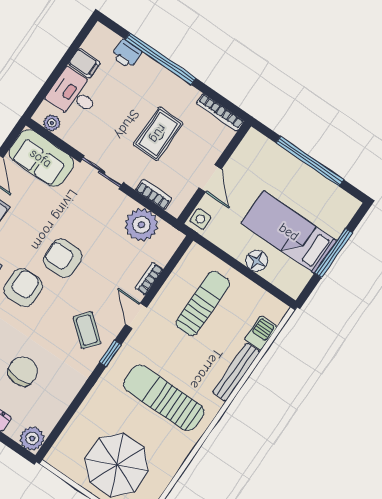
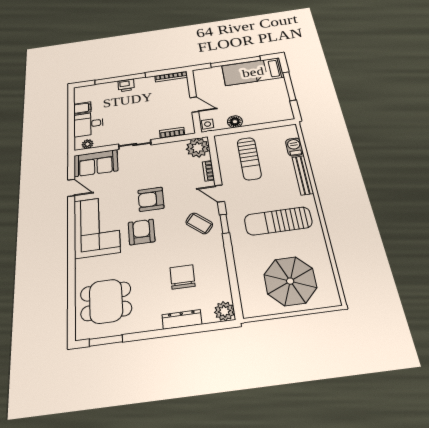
printer: (127, 54) -> (126, 85), moved
rug: (158, 134) -> (149, 107), removed
plant: (141, 225) -> (198, 148), moved
bed: (289, 232) -> (253, 72), moved
floor lamp: (257, 261) -> (235, 122), moved
sun lounger: (203, 303) -> (249, 159), turned 180

